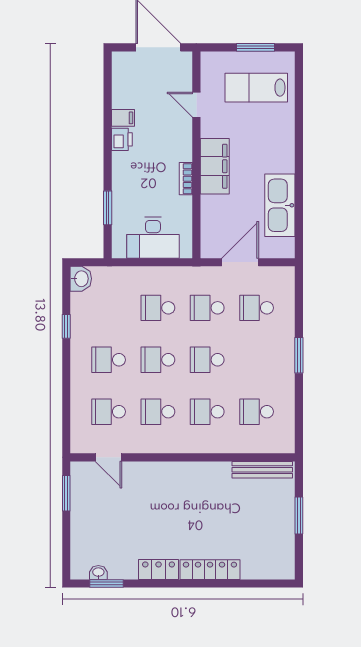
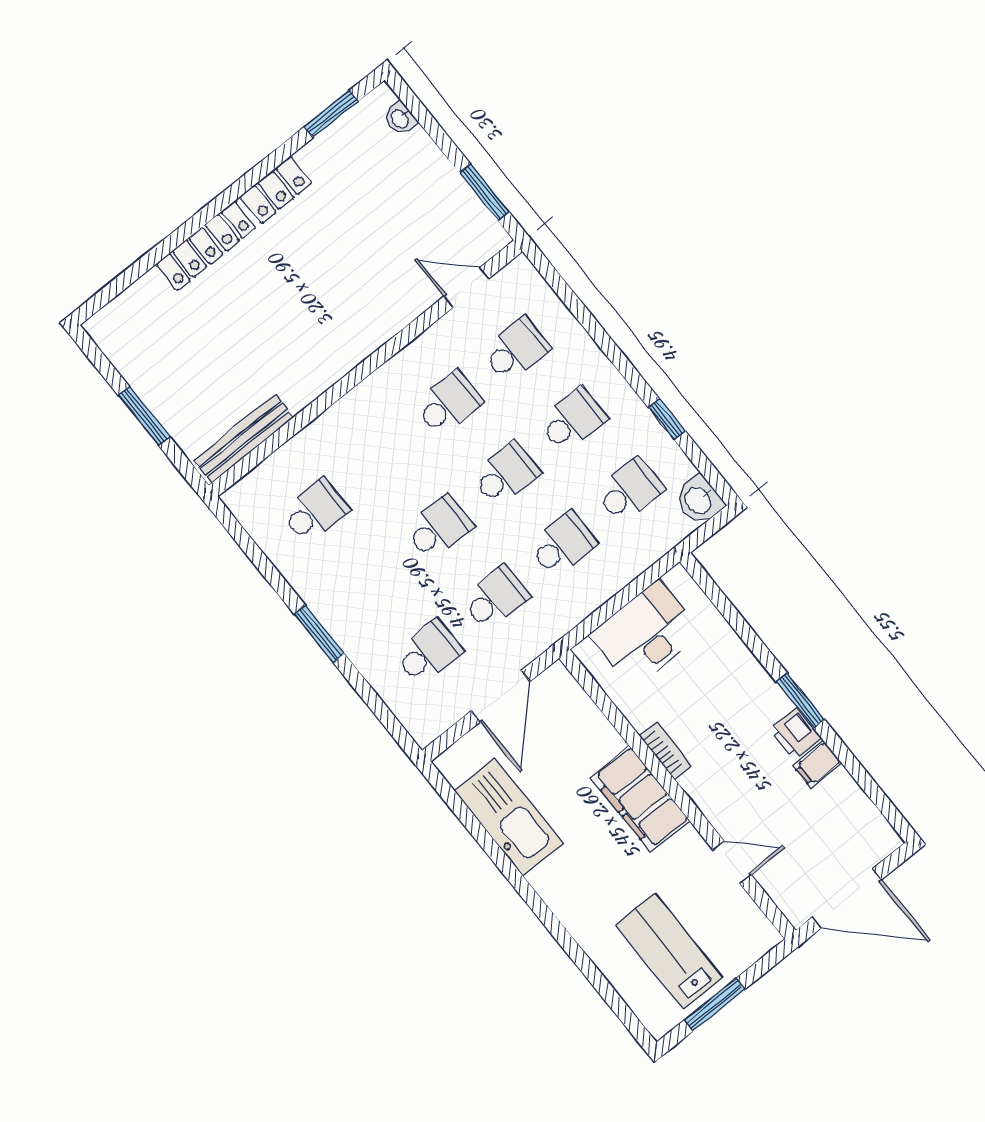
lab bench: (256, 88) -> (669, 951), turned -90
window: (108, 208) -> (800, 700), moved
school desk: (207, 412) -> (629, 491), moved
washbasin: (98, 573) -> (400, 119), moved, turned 90

